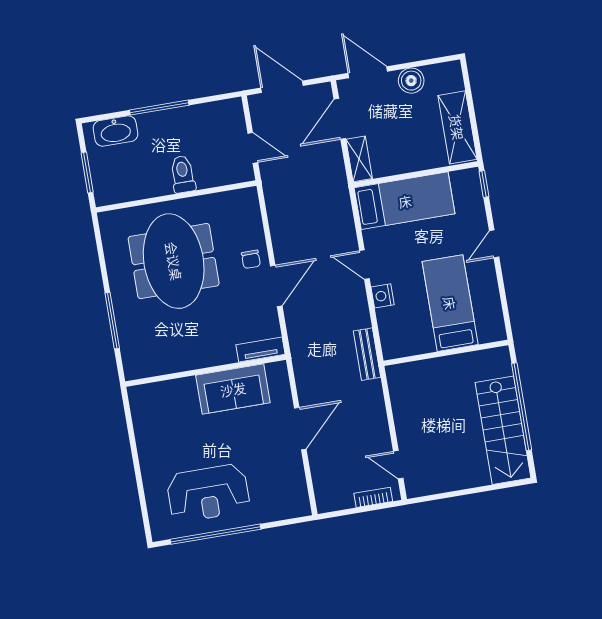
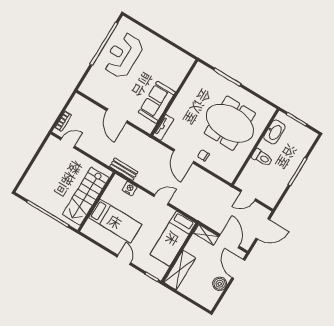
door: (368, 72) -> (238, 269), swing flipped
shelving: (457, 127) -> (180, 270), moved, turned 90
washbasin: (115, 131) -> (274, 132), moved, turned 180
nightstand: (383, 296) -> (130, 189), moved
stairs: (503, 430) -> (86, 196), moved, turned -90

